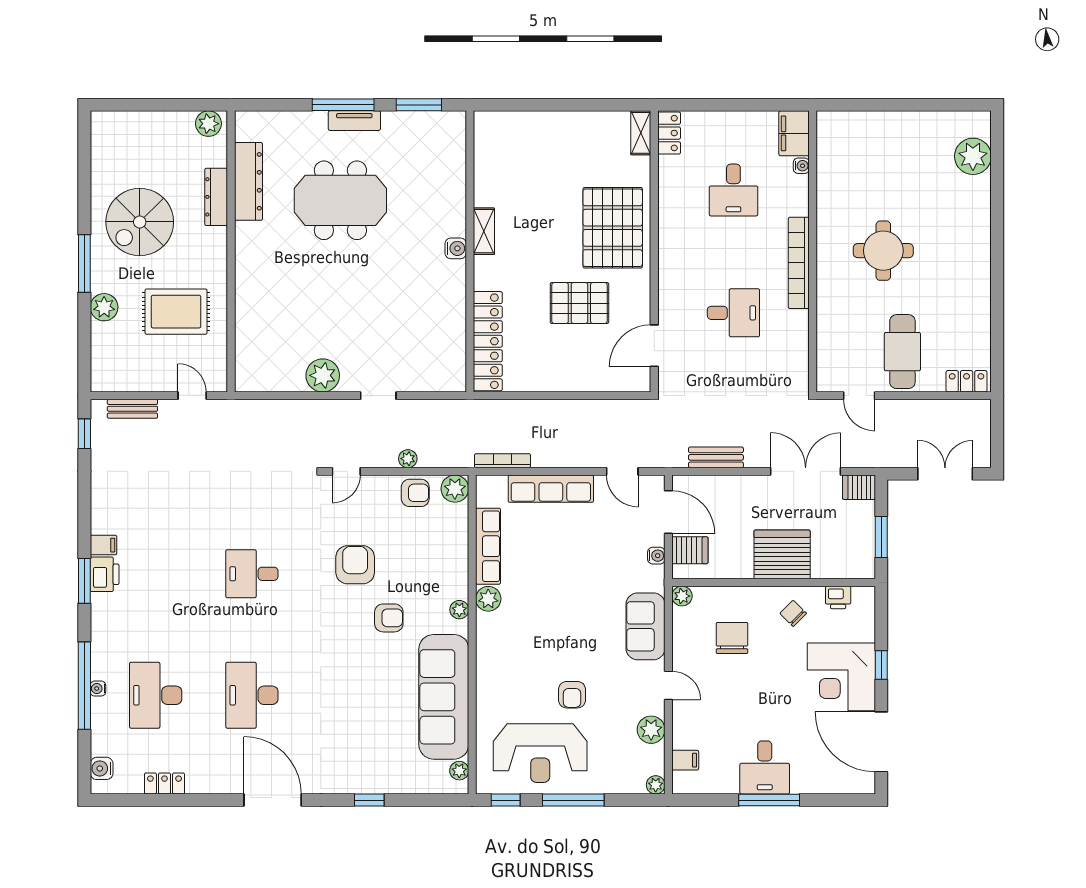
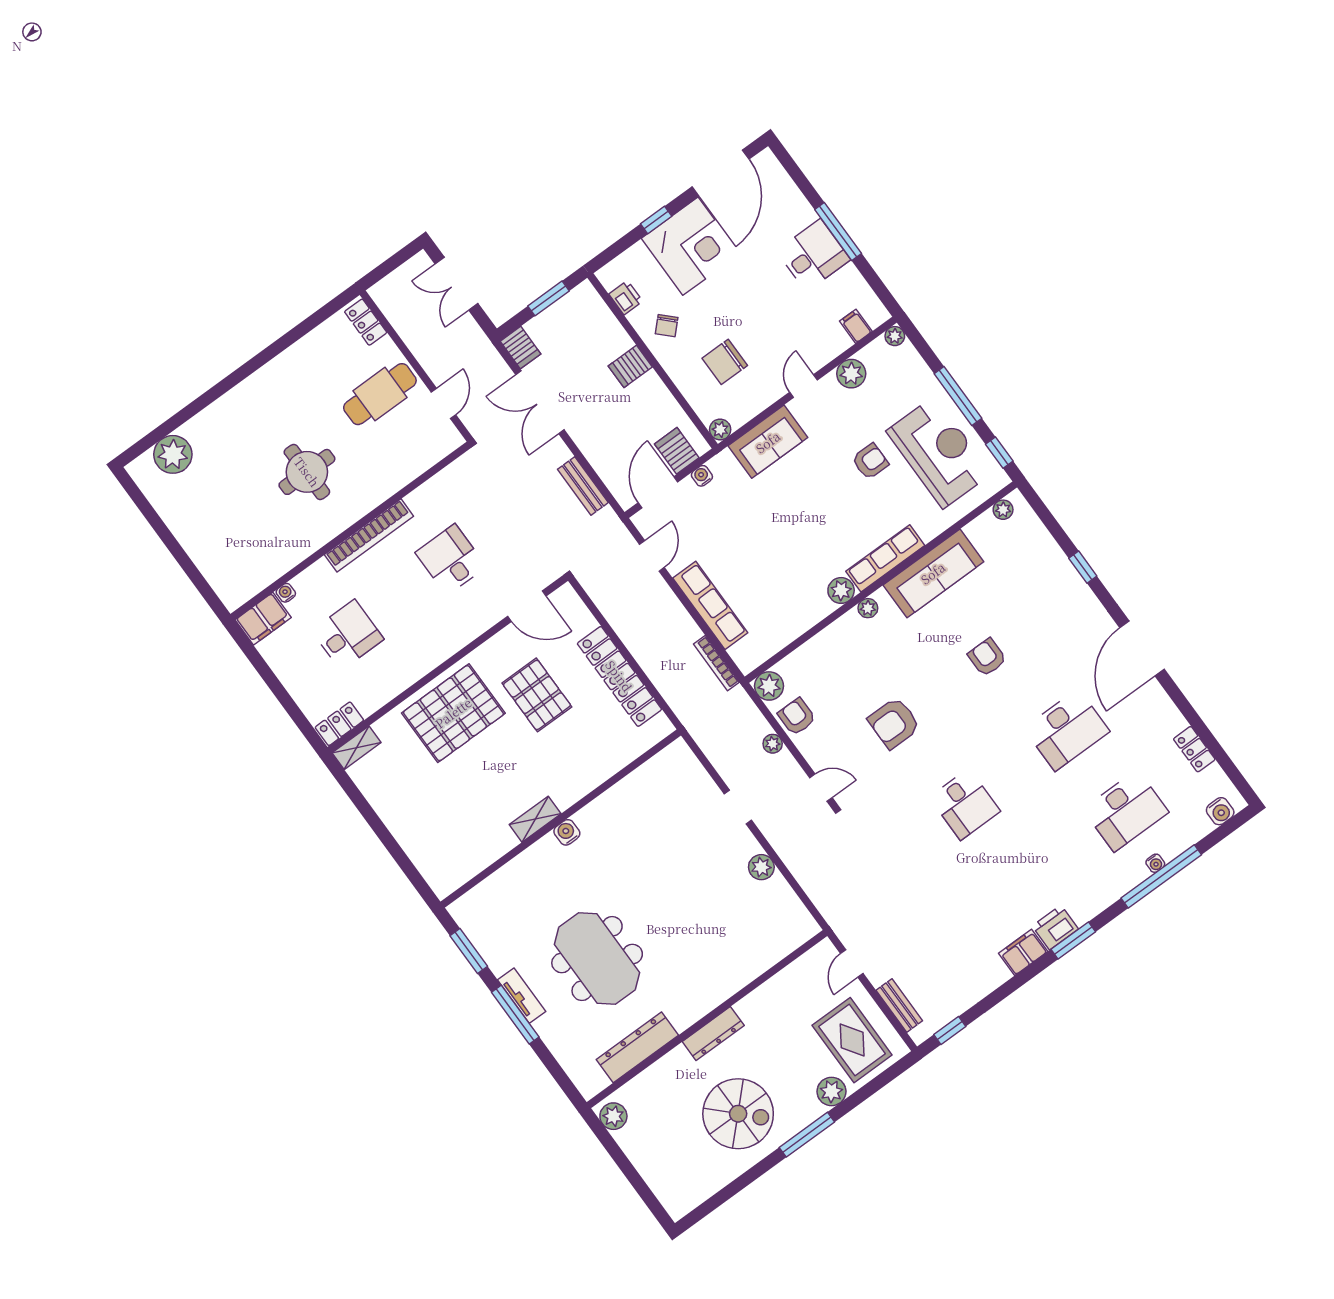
dresser: (216, 197) -> (713, 1034), moved
rug: (176, 312) -> (852, 1040), moved
locker: (488, 341) -> (619, 676), moved, turned -90
plant: (323, 375) -> (761, 867), width x0.73, depth x0.73
filing cabinet: (103, 545) -> (1023, 952), width x2.00
row of seats: (488, 546) -> (885, 558), moved
server rack: (782, 554) -> (630, 366), width x0.46, depth x0.70
armchair: (389, 618) -> (987, 657), moved
sofa: (444, 697) -> (933, 573), width x0.74, depth x0.79

